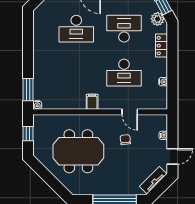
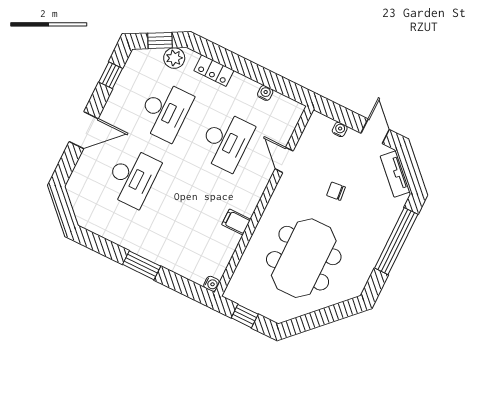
desk: (124, 29) -> (165, 111), turned 180
window: (28, 90) -> (142, 265), moved
filing cabinet: (92, 102) -> (236, 222), moved
door: (130, 112) -> (284, 160), swing flipped
chair: (125, 140) -> (336, 191), moved

